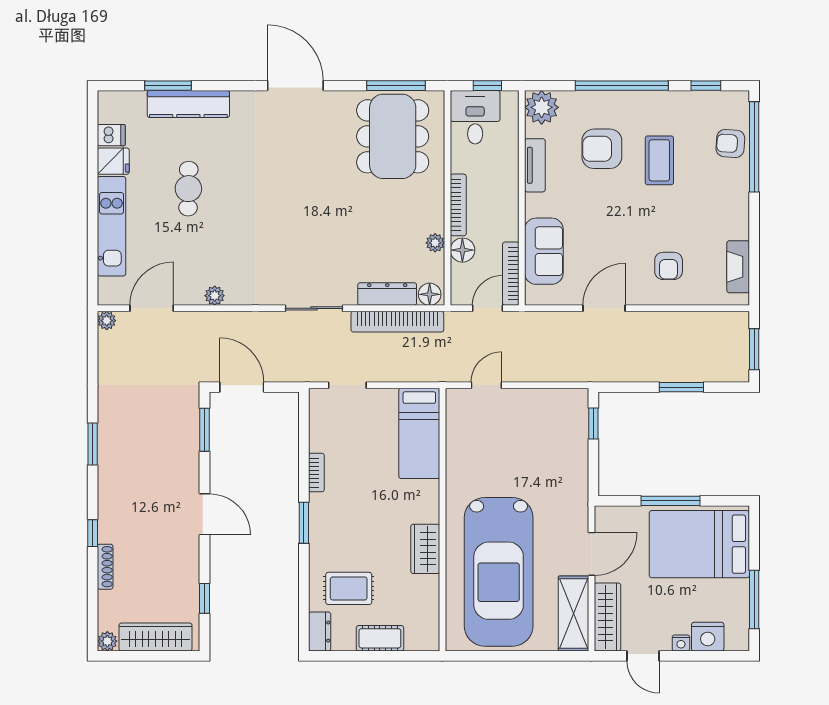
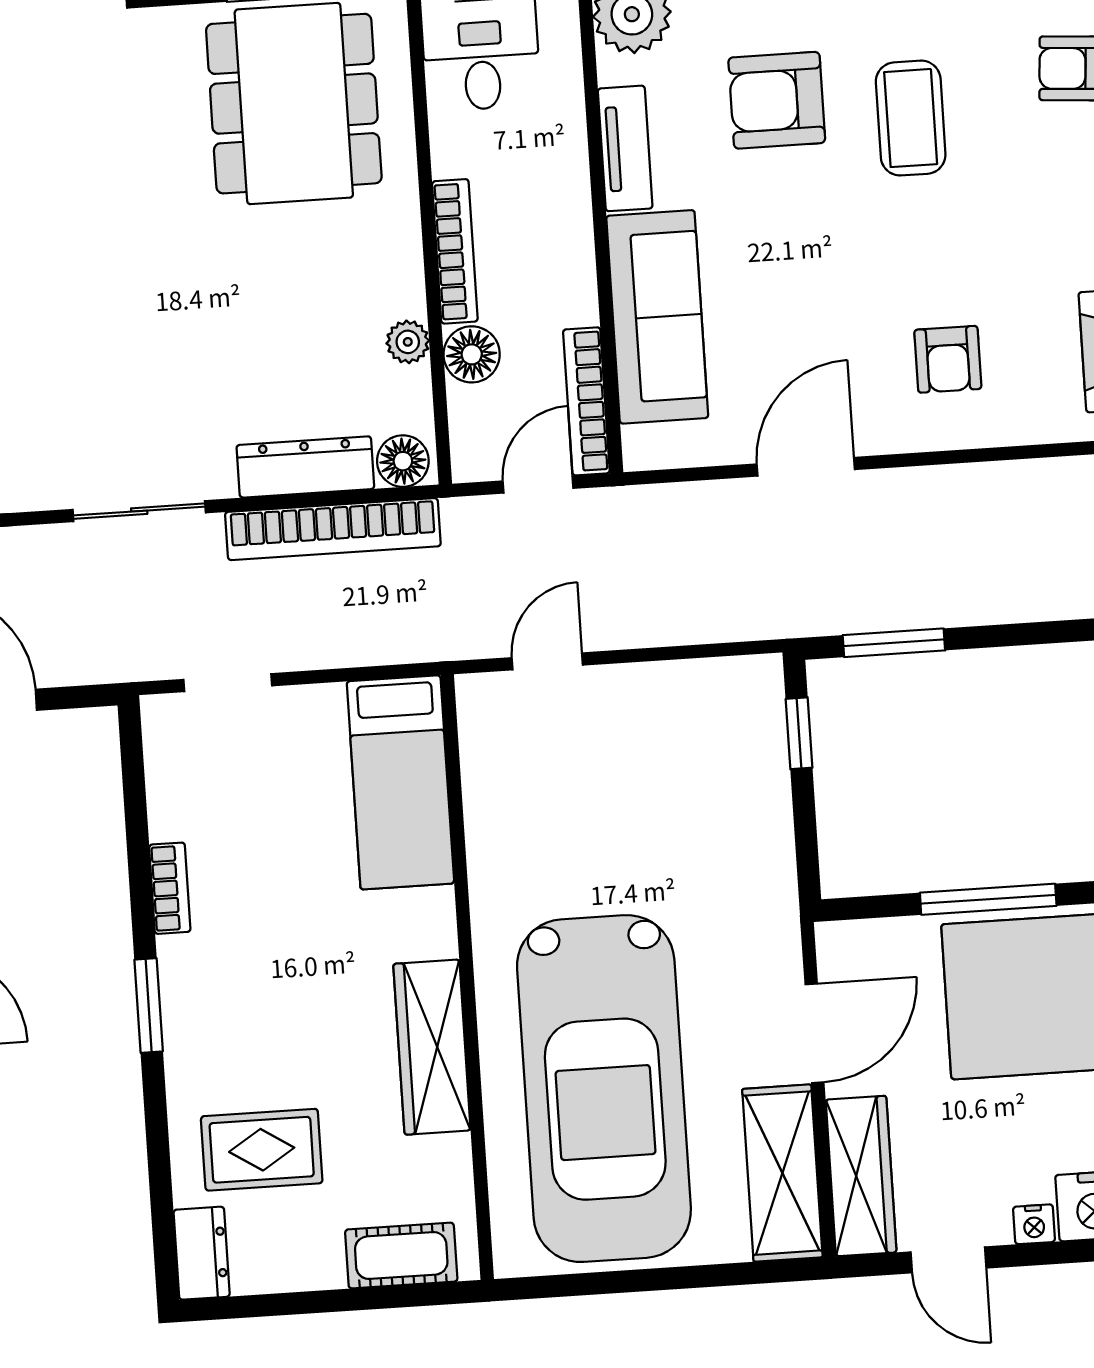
sofa: (544, 251) -> (657, 317), width x1.36
window: (681, 387) -> (894, 643), moved
wardrobe: (425, 549) -> (432, 1047), width x1.50
cot: (380, 638) -> (401, 1256), moved

